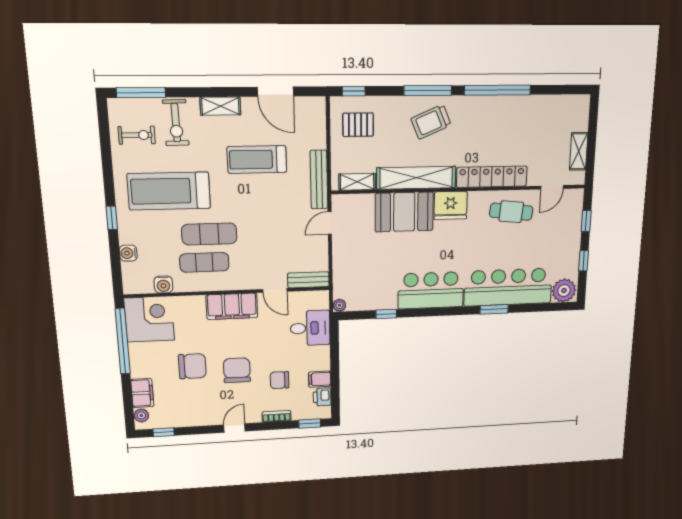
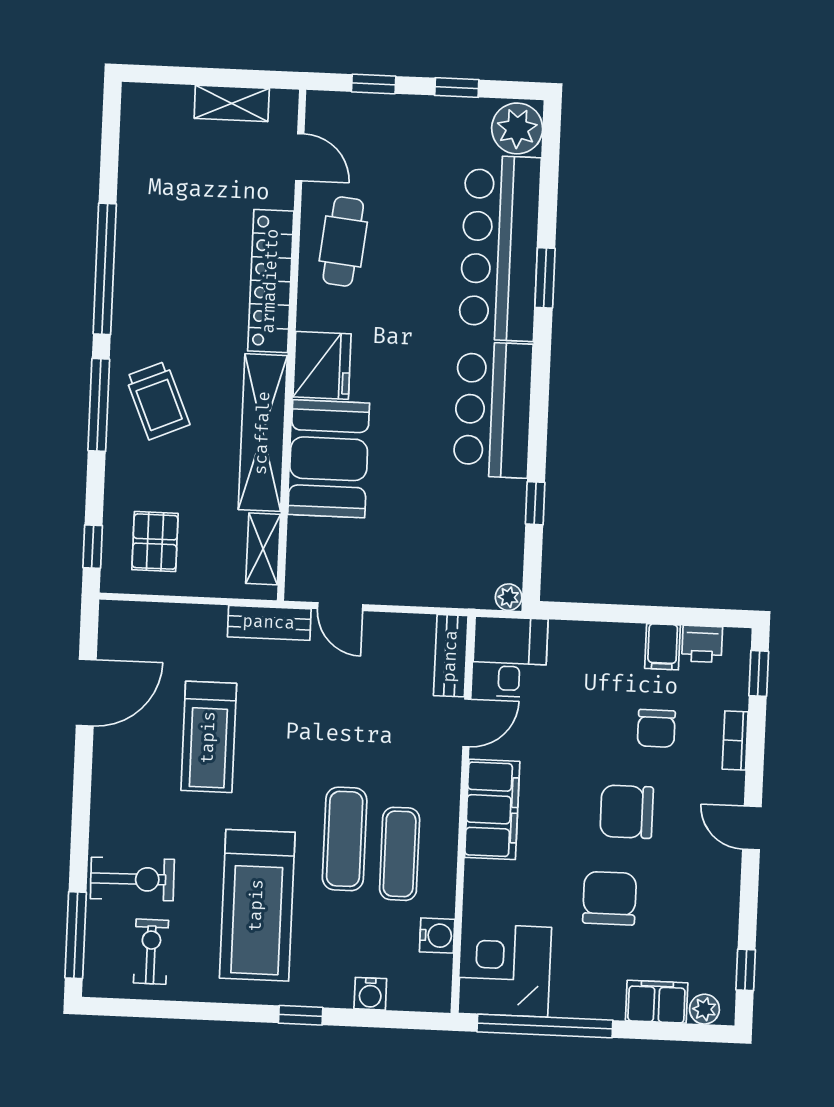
shelving: (220, 106) -> (107, 795), removed
bench: (319, 180) -> (269, 623), width x0.73
desk: (310, 328) -> (510, 657), moved

